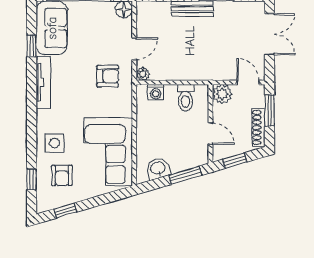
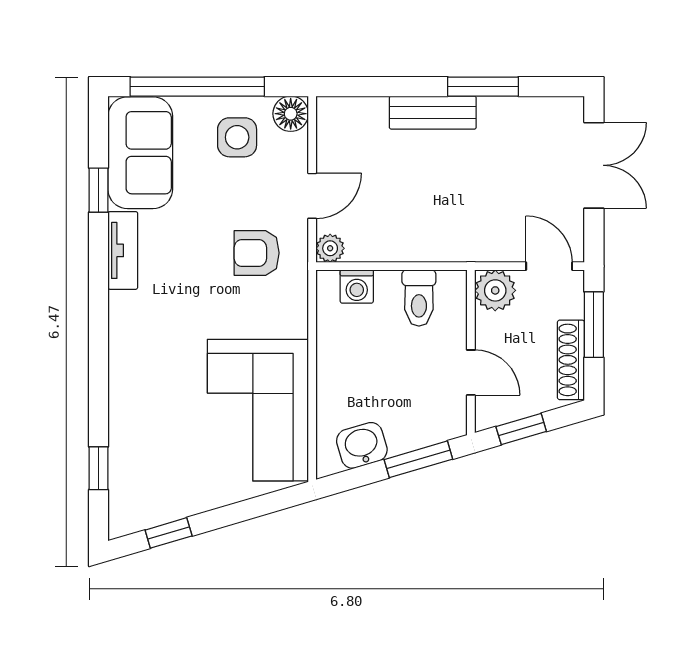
armchair: (108, 76) -> (257, 253), turned 180
tv unit: (43, 83) -> (123, 250), width x0.71
side table: (54, 143) -> (237, 137), moved
armchair: (62, 175) -> (162, 460), removed

